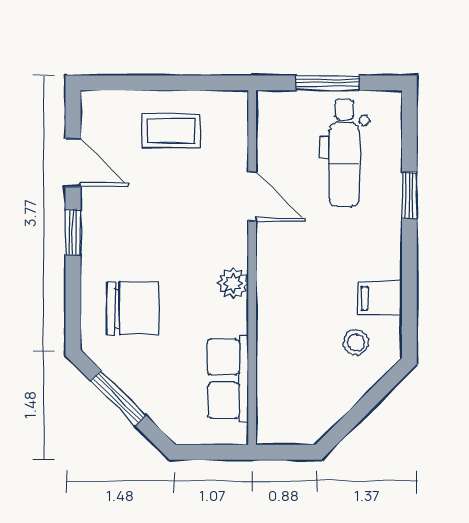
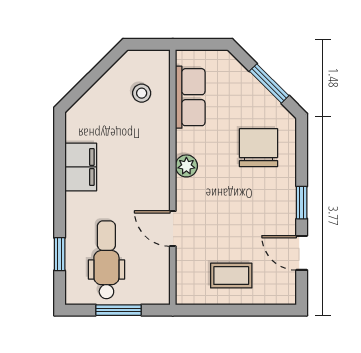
window: (409, 195) -> (60, 254), moved
filing cabinet: (380, 298) -> (81, 167), width x2.00
chair: (133, 309) -> (259, 148), turned 90
stool: (356, 343) -> (142, 93), moved

